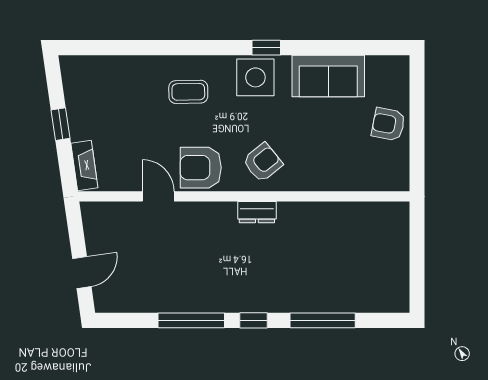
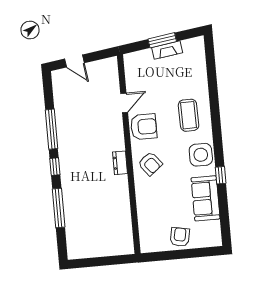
window: (266, 48) -> (221, 175), moved
coffee table: (188, 92) -> (189, 115), width x1.36, depth x1.30
window: (61, 124) -> (162, 40), width x1.50
fireplace: (84, 166) -> (167, 50), moved
armchair: (201, 168) -> (144, 127), turned 90

